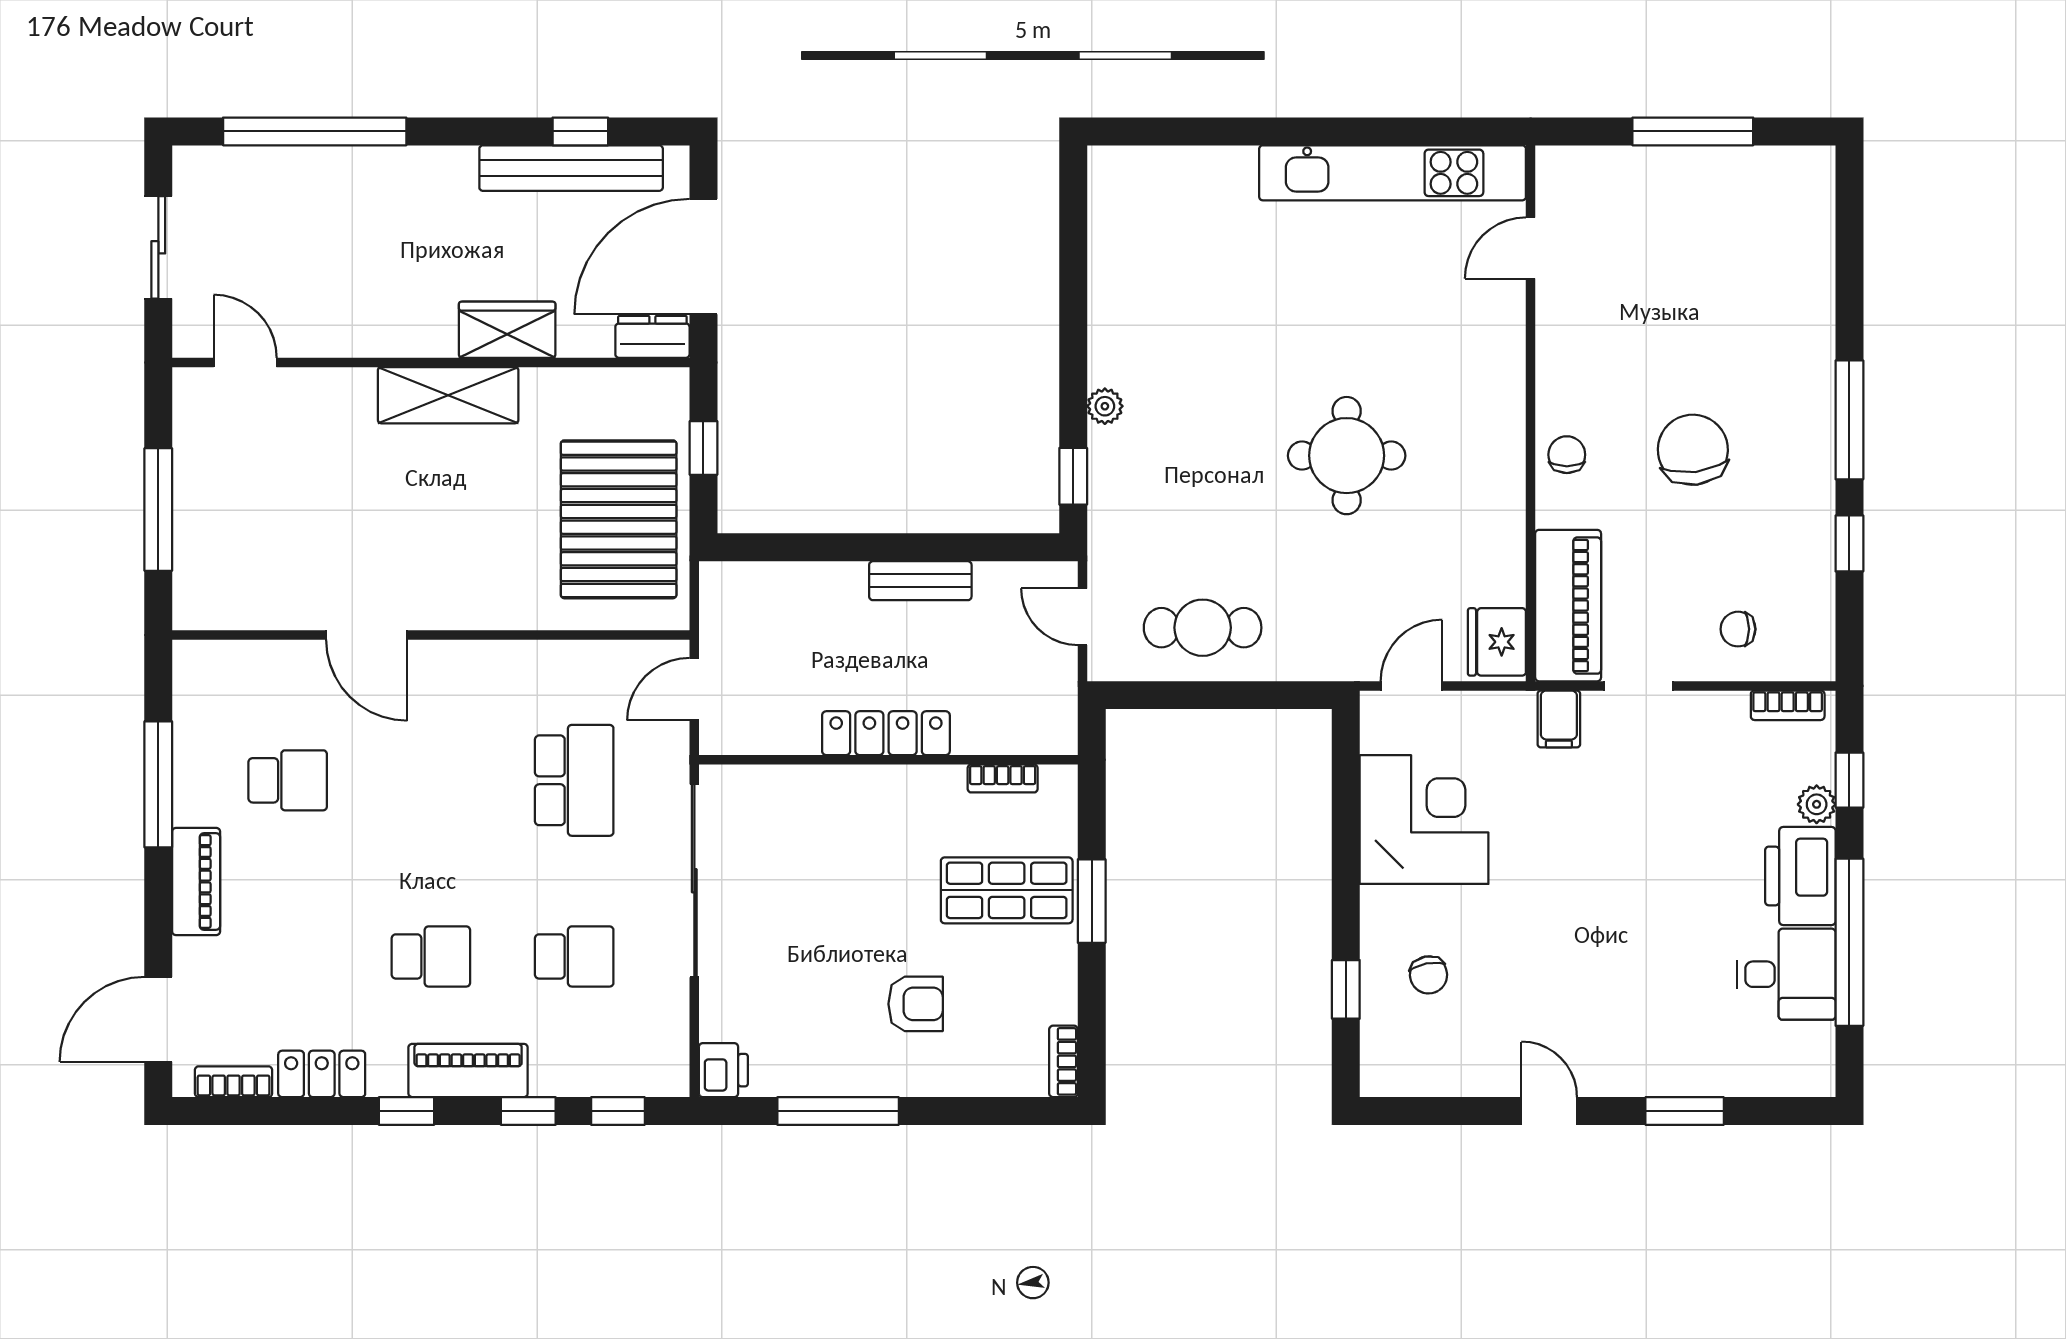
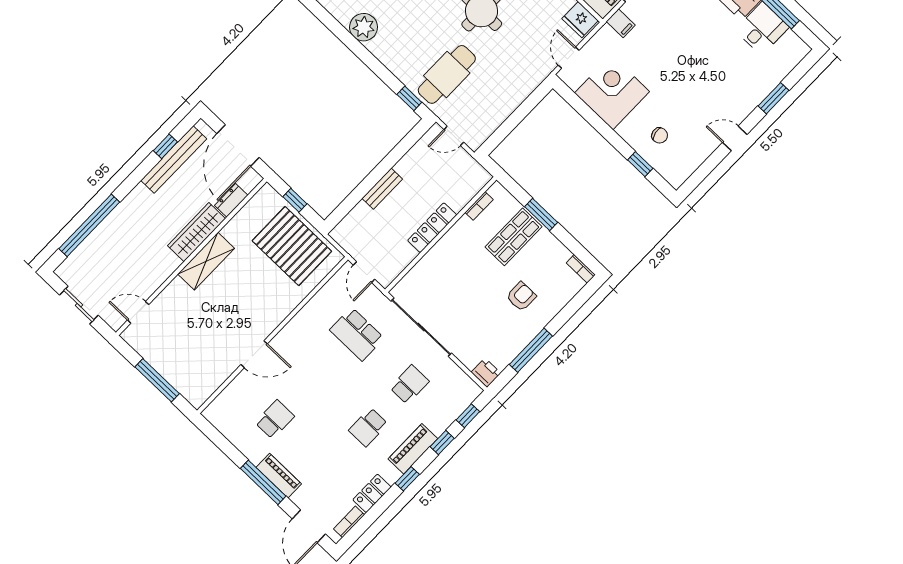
wardrobe: (507, 330) -> (197, 232), width x1.50
dresser: (652, 337) -> (231, 200), moved
plant: (1105, 406) -> (364, 27), moved, width x1.88, depth x1.88
bench: (920, 581) -> (382, 189), moved
cafe table: (1203, 628) -> (447, 74), moved, width x1.37, depth x1.35
school desk: (574, 780) -> (357, 334), turned 180
window: (158, 784) -> (263, 482), moved
school desk: (431, 956) -> (368, 427), turned 180

